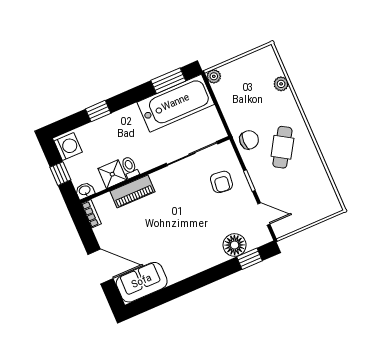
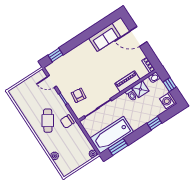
floor lamp: (235, 245) -> (65, 61), removed
sofa: (142, 282) -> (105, 37), moved

